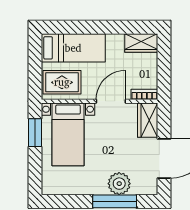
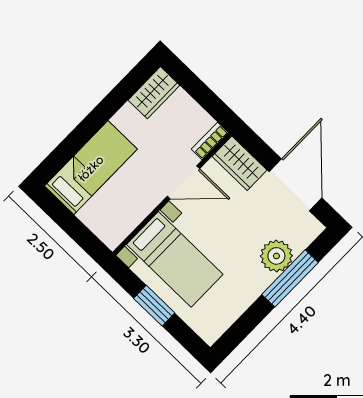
rug: (62, 82) -> (115, 213), removed
door: (111, 101) -> (183, 182), swing flipped
window: (35, 133) -> (154, 306), moved

